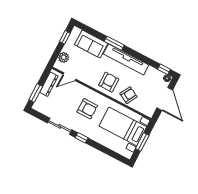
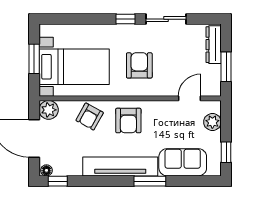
dresser: (49, 84) -> (214, 45), moved
window: (36, 93) -> (226, 67), moved
armchair: (87, 109) -> (139, 65), turned 90
plant: (149, 110) -> (49, 110), added

